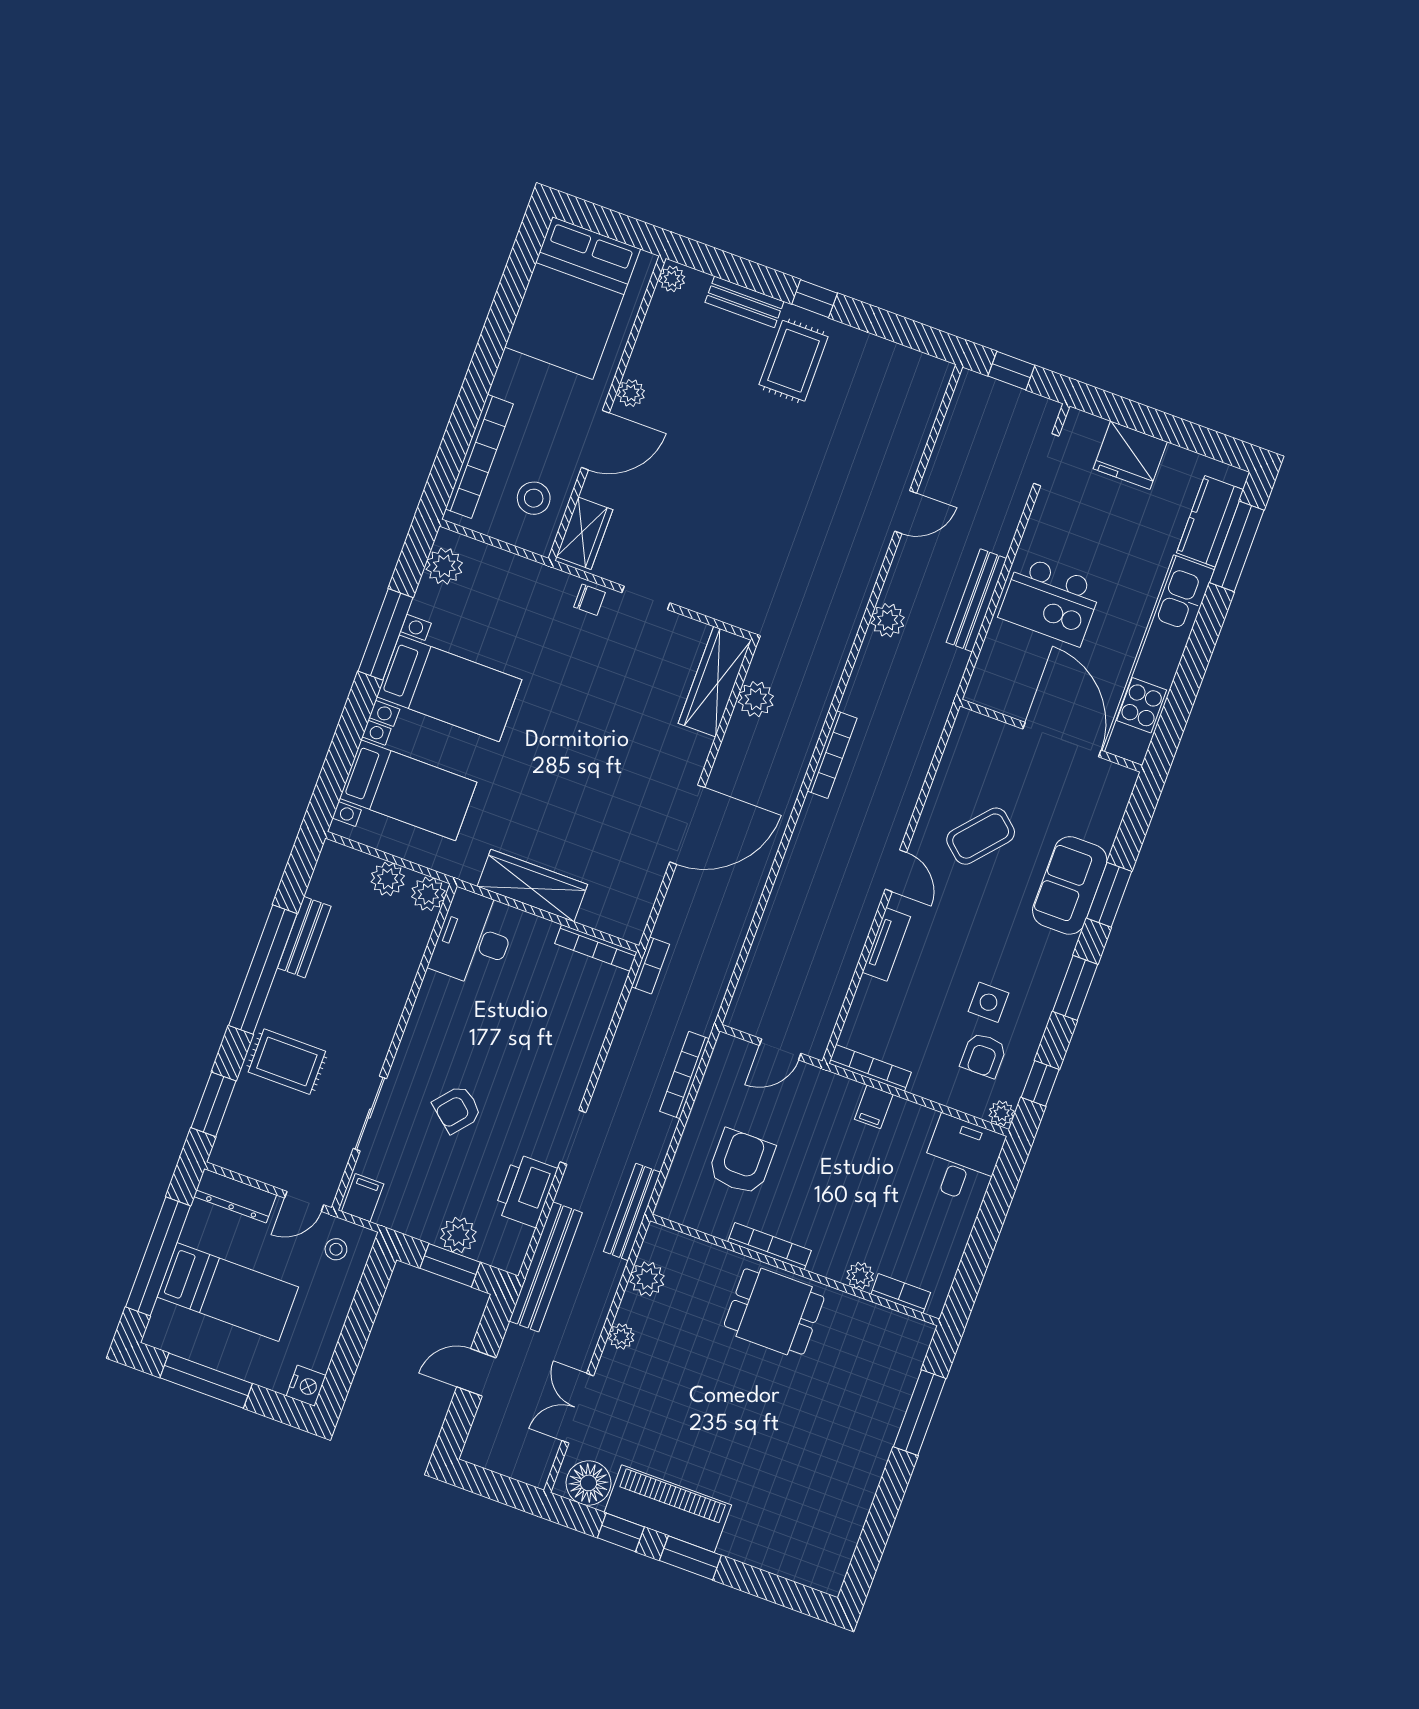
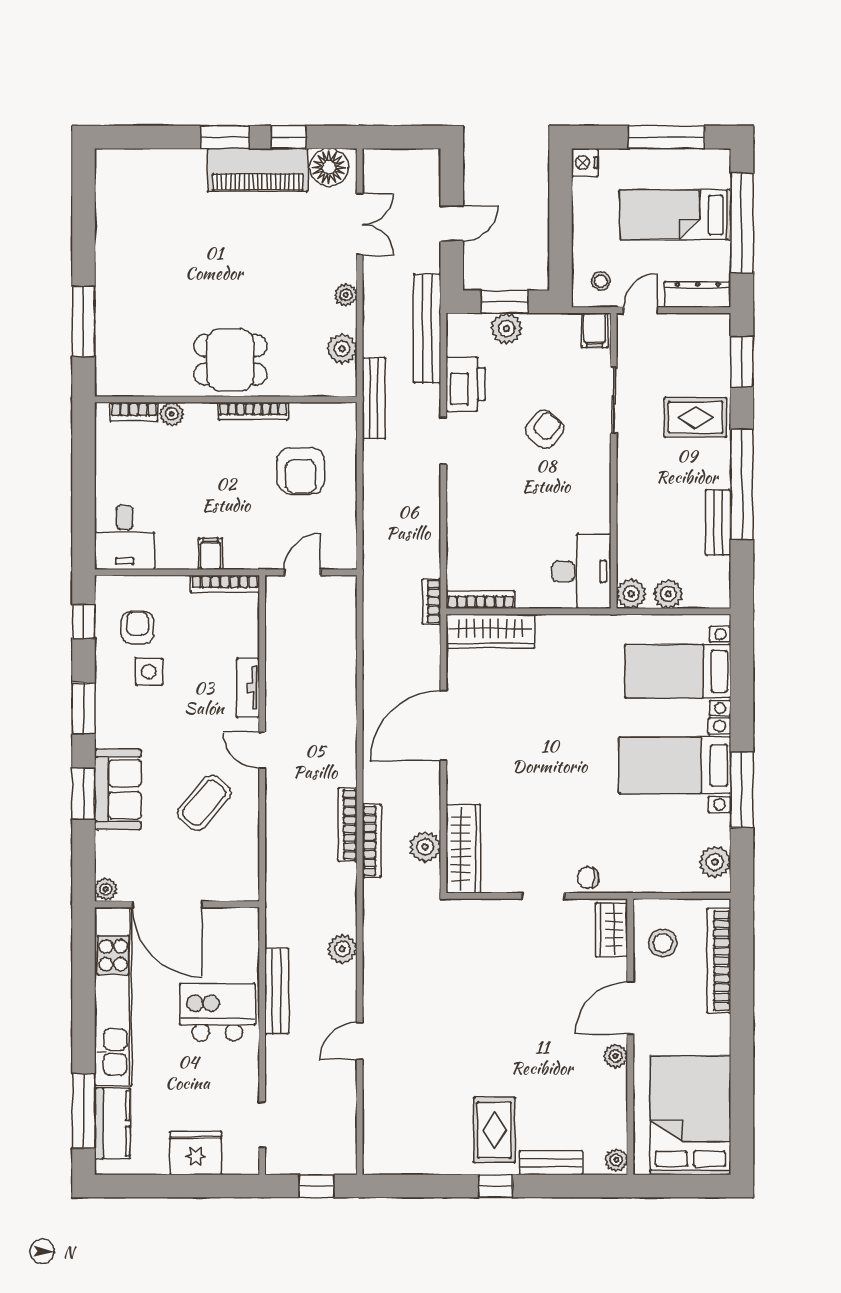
wardrobe: (532, 885) -> (490, 631), moved
bookcase: (685, 1075) -> (372, 841), moved
plant: (1002, 1113) -> (106, 889), moved

